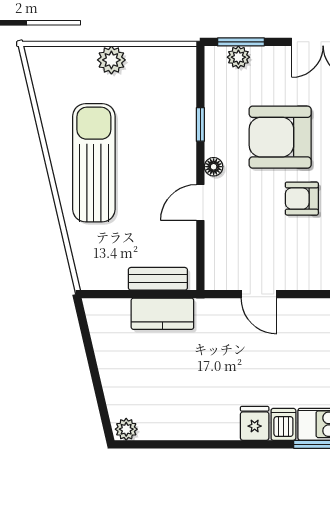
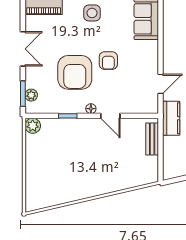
plant: (111, 60) -> (33, 126), moved
sun lounger: (94, 163) -> (89, 174), removed
kitchen counter: (162, 314) -> (171, 118), moved

